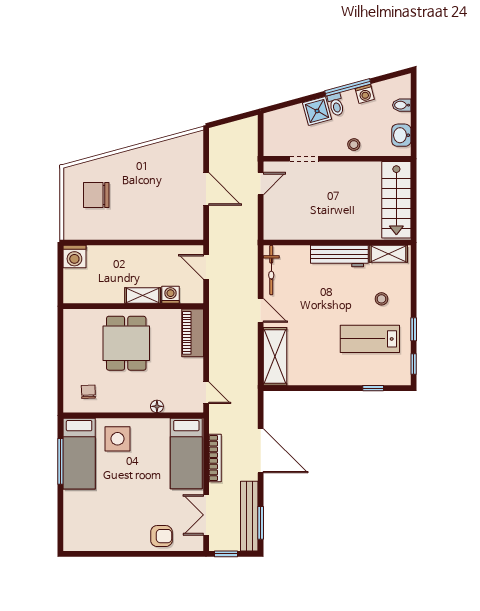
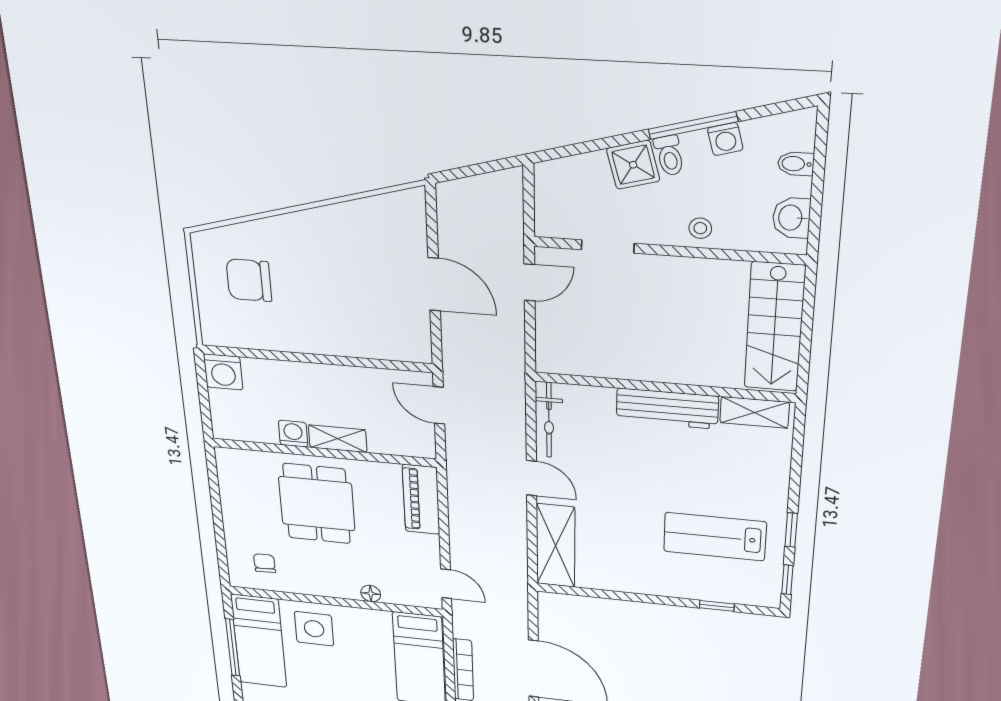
washing machine: (170, 295) -> (293, 434), moved
stool: (381, 299) -> (738, 480), removed

